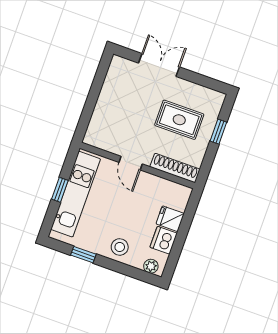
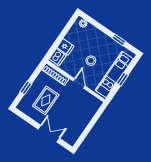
double door: (159, 65) -> (49, 134), swing flipped
rug: (179, 120) -> (46, 100), turned 90
dishwasher: (164, 240) -> (58, 57), moved
stool: (120, 247) -> (91, 61), moved

